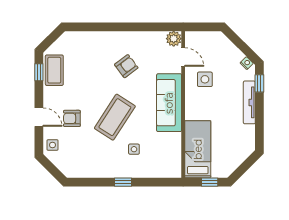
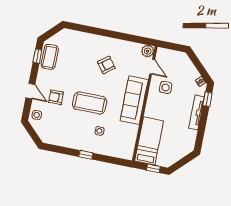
coffee table: (115, 117) -> (90, 103), turned 57

